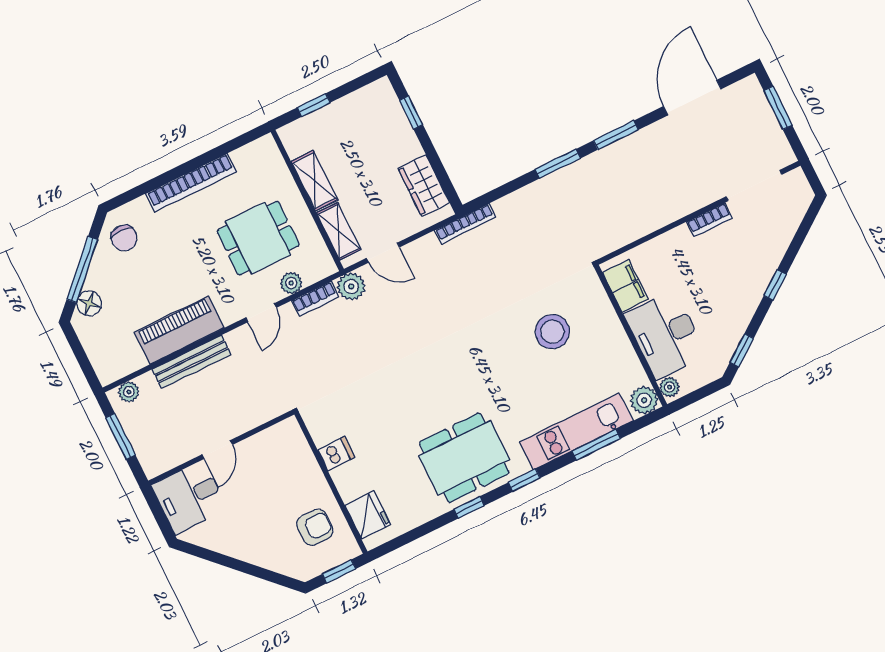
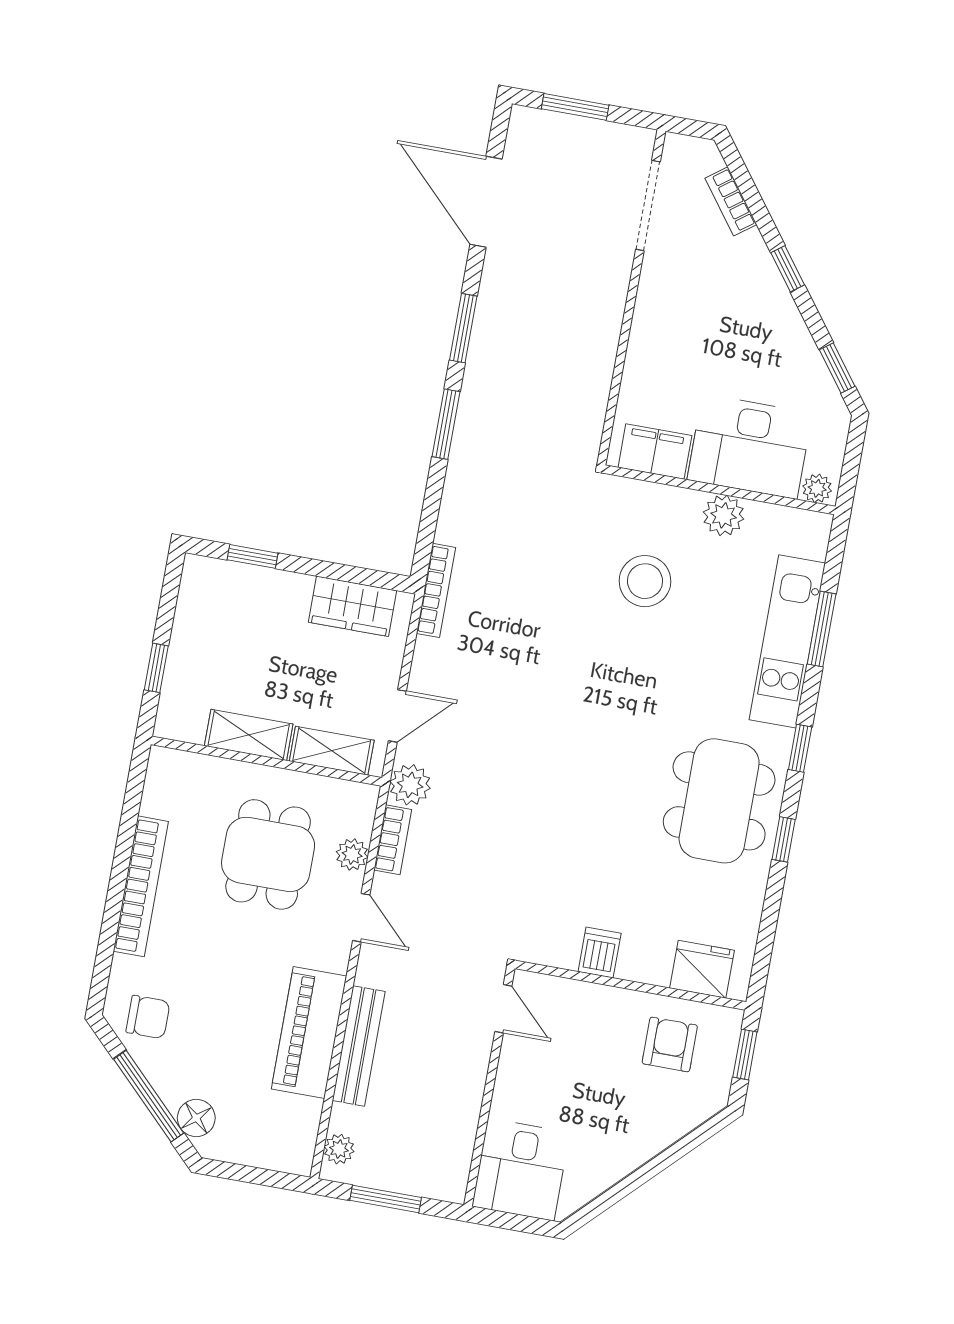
bookcase: (709, 220) -> (731, 201), moved, turned 143
plant: (644, 400) -> (724, 515), moved
door: (217, 450) -> (503, 1009), moved

